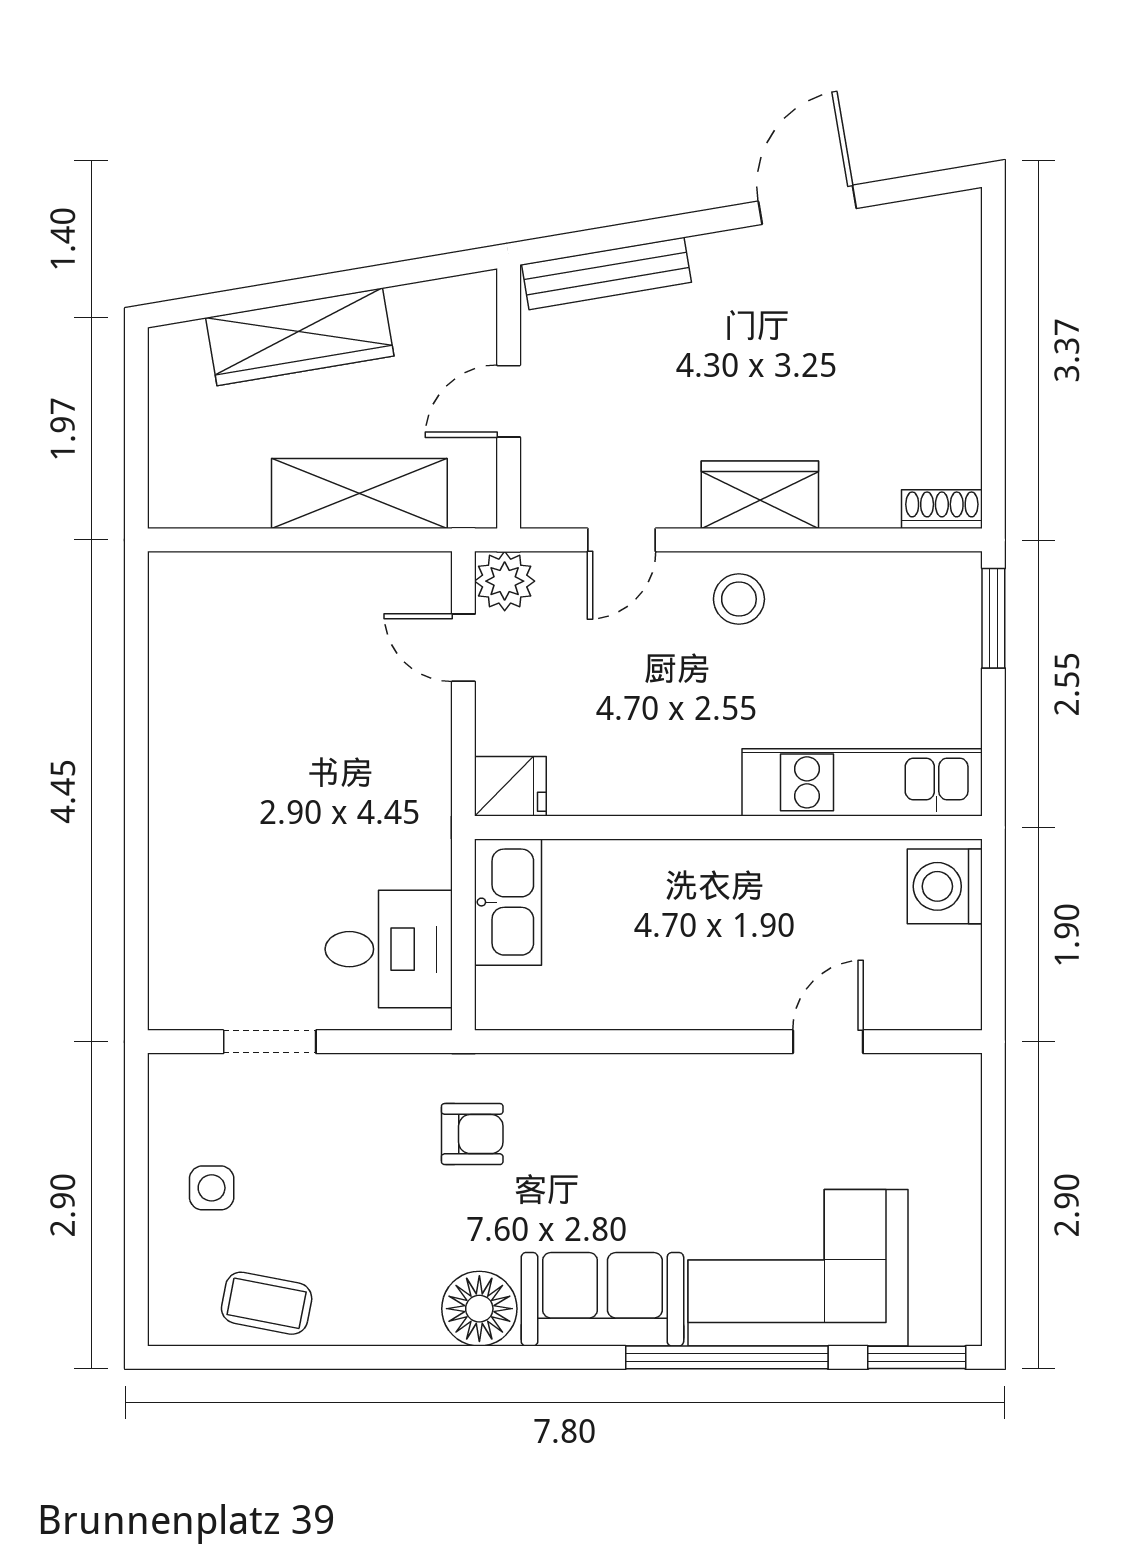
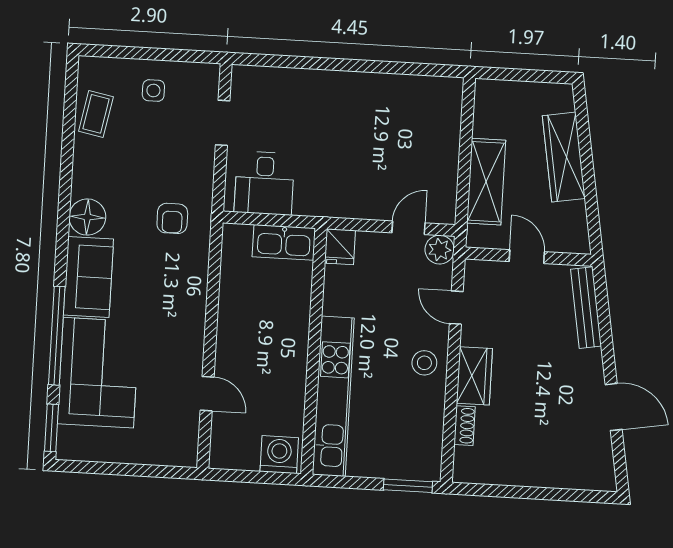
shoe rack: (942, 509) -> (465, 426), moved
kitchen unit: (862, 782) -> (333, 396), width x1.36

